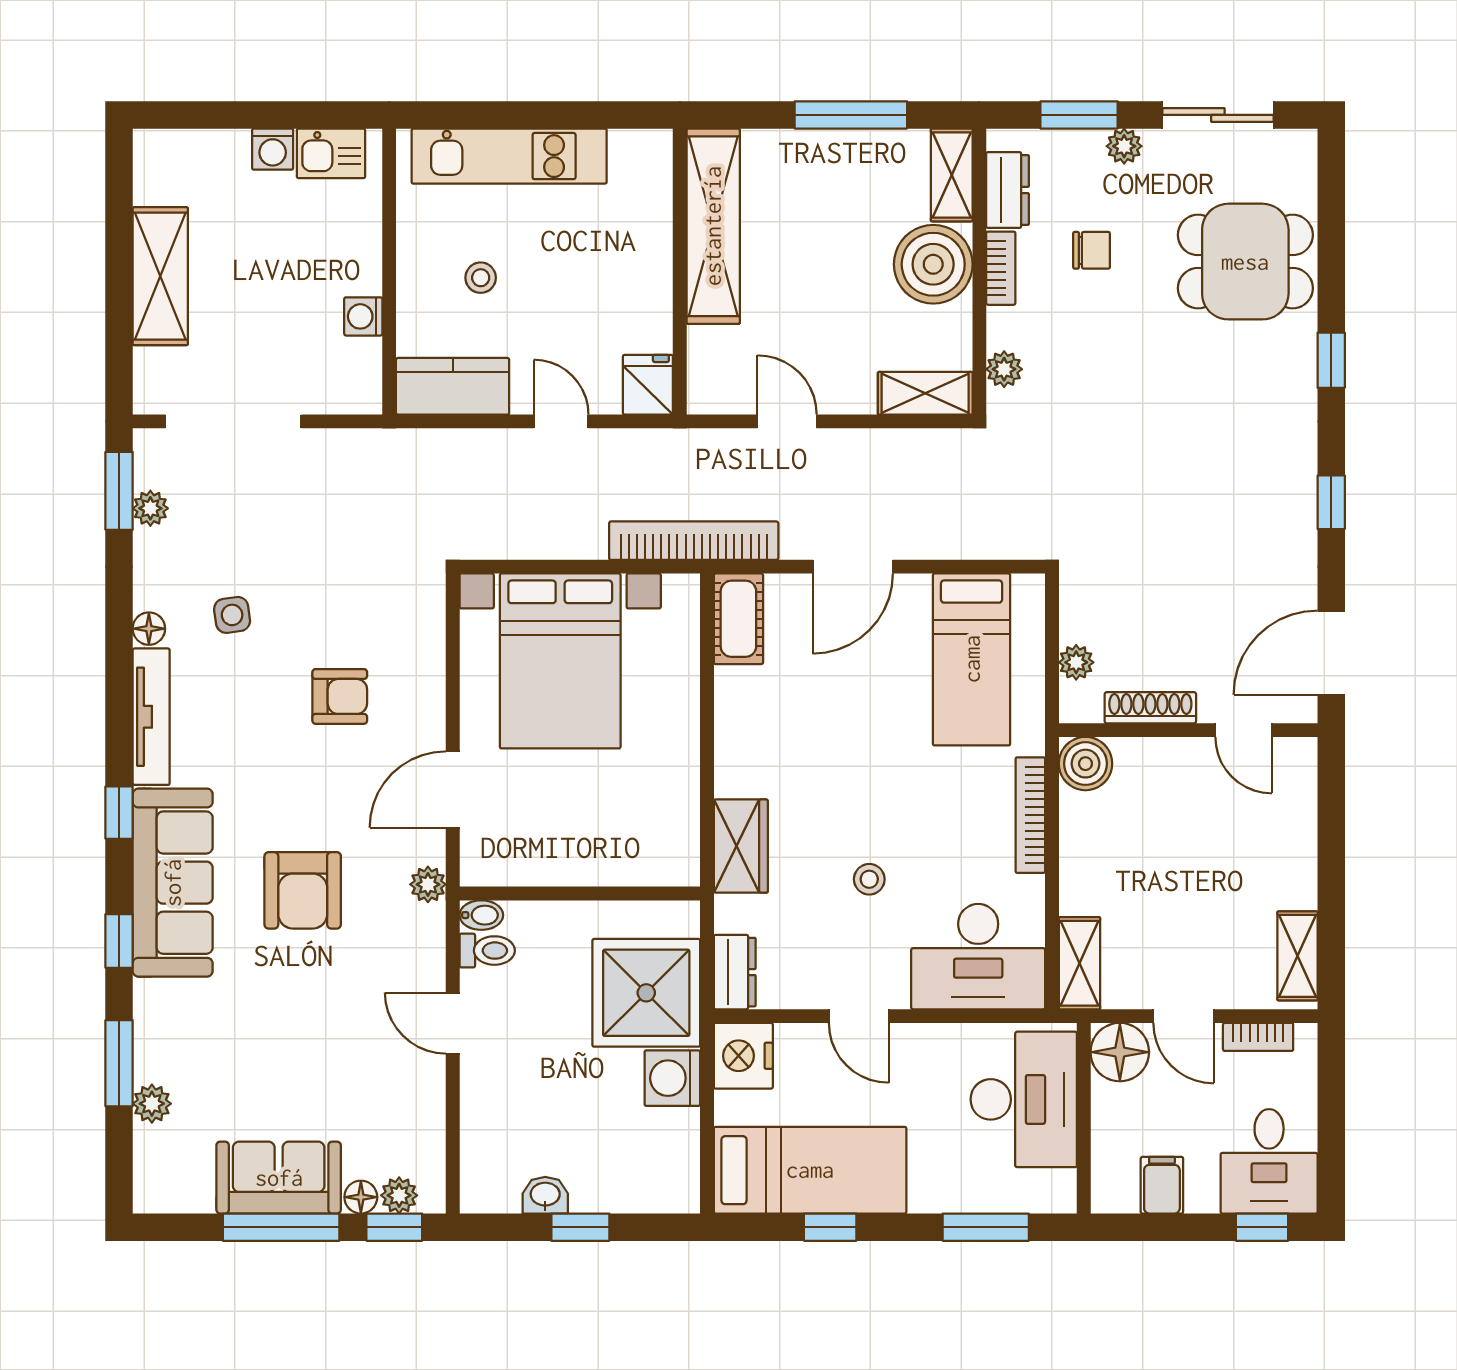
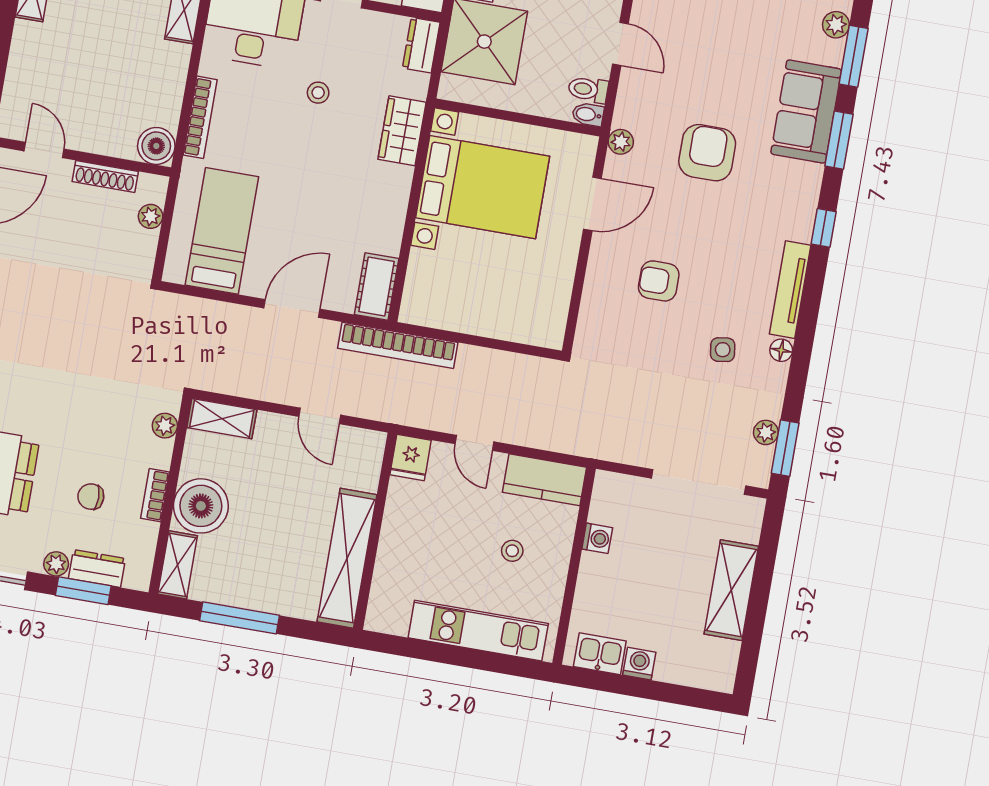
dresser: (1007, 190) -> (97, 568), moved, turned 90
bed with nightstands: (560, 661) -> (483, 187), moved, turned 90
sofa: (173, 883) -> (806, 112), moved, width x0.73
window: (119, 941) -> (839, 140), width x1.50

